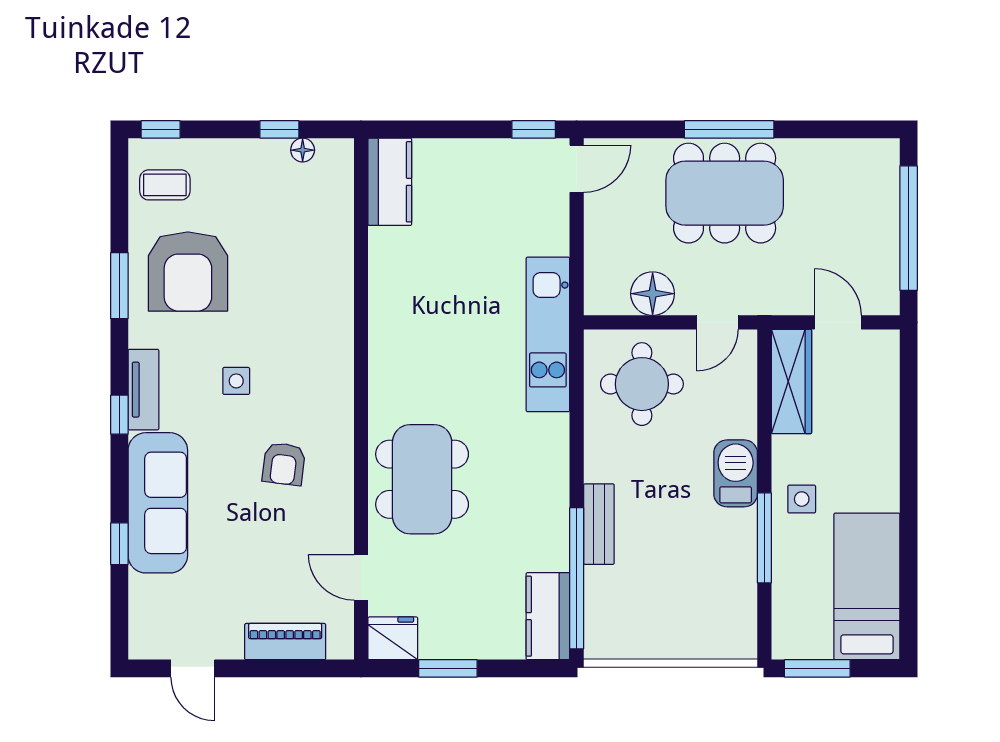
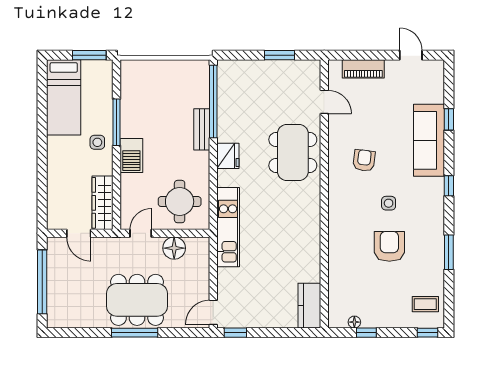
armchair: (188, 271) -> (389, 246), moved, width x0.73, depth x0.73
tv unit: (143, 390) -> (436, 199), removed
kitchen counter: (548, 616) -> (228, 82), removed
fridge: (393, 638) -> (228, 156), moved, turned -90

